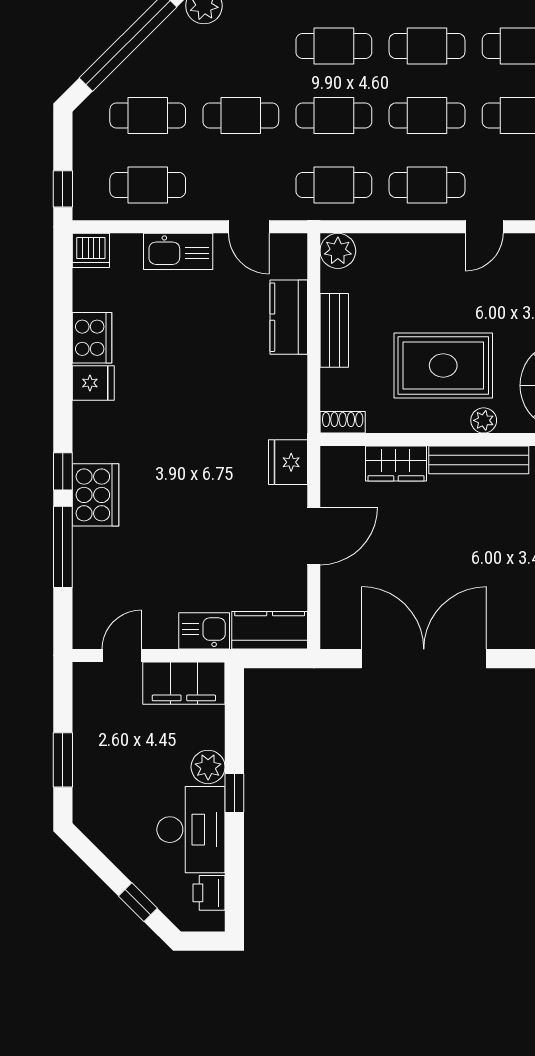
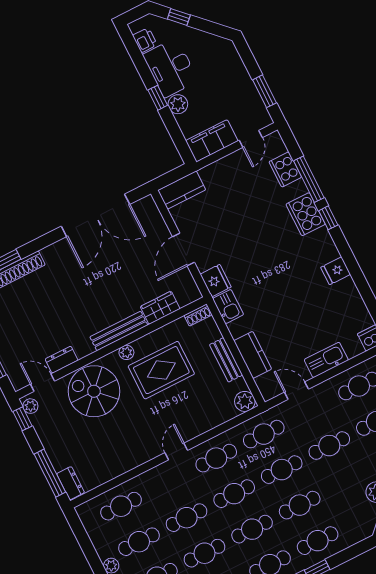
cooker: (92, 338) -> (285, 169), moved
kitchen sink: (204, 631) -> (228, 307), moved, turned -90
window: (63, 760) -> (264, 91), moved

